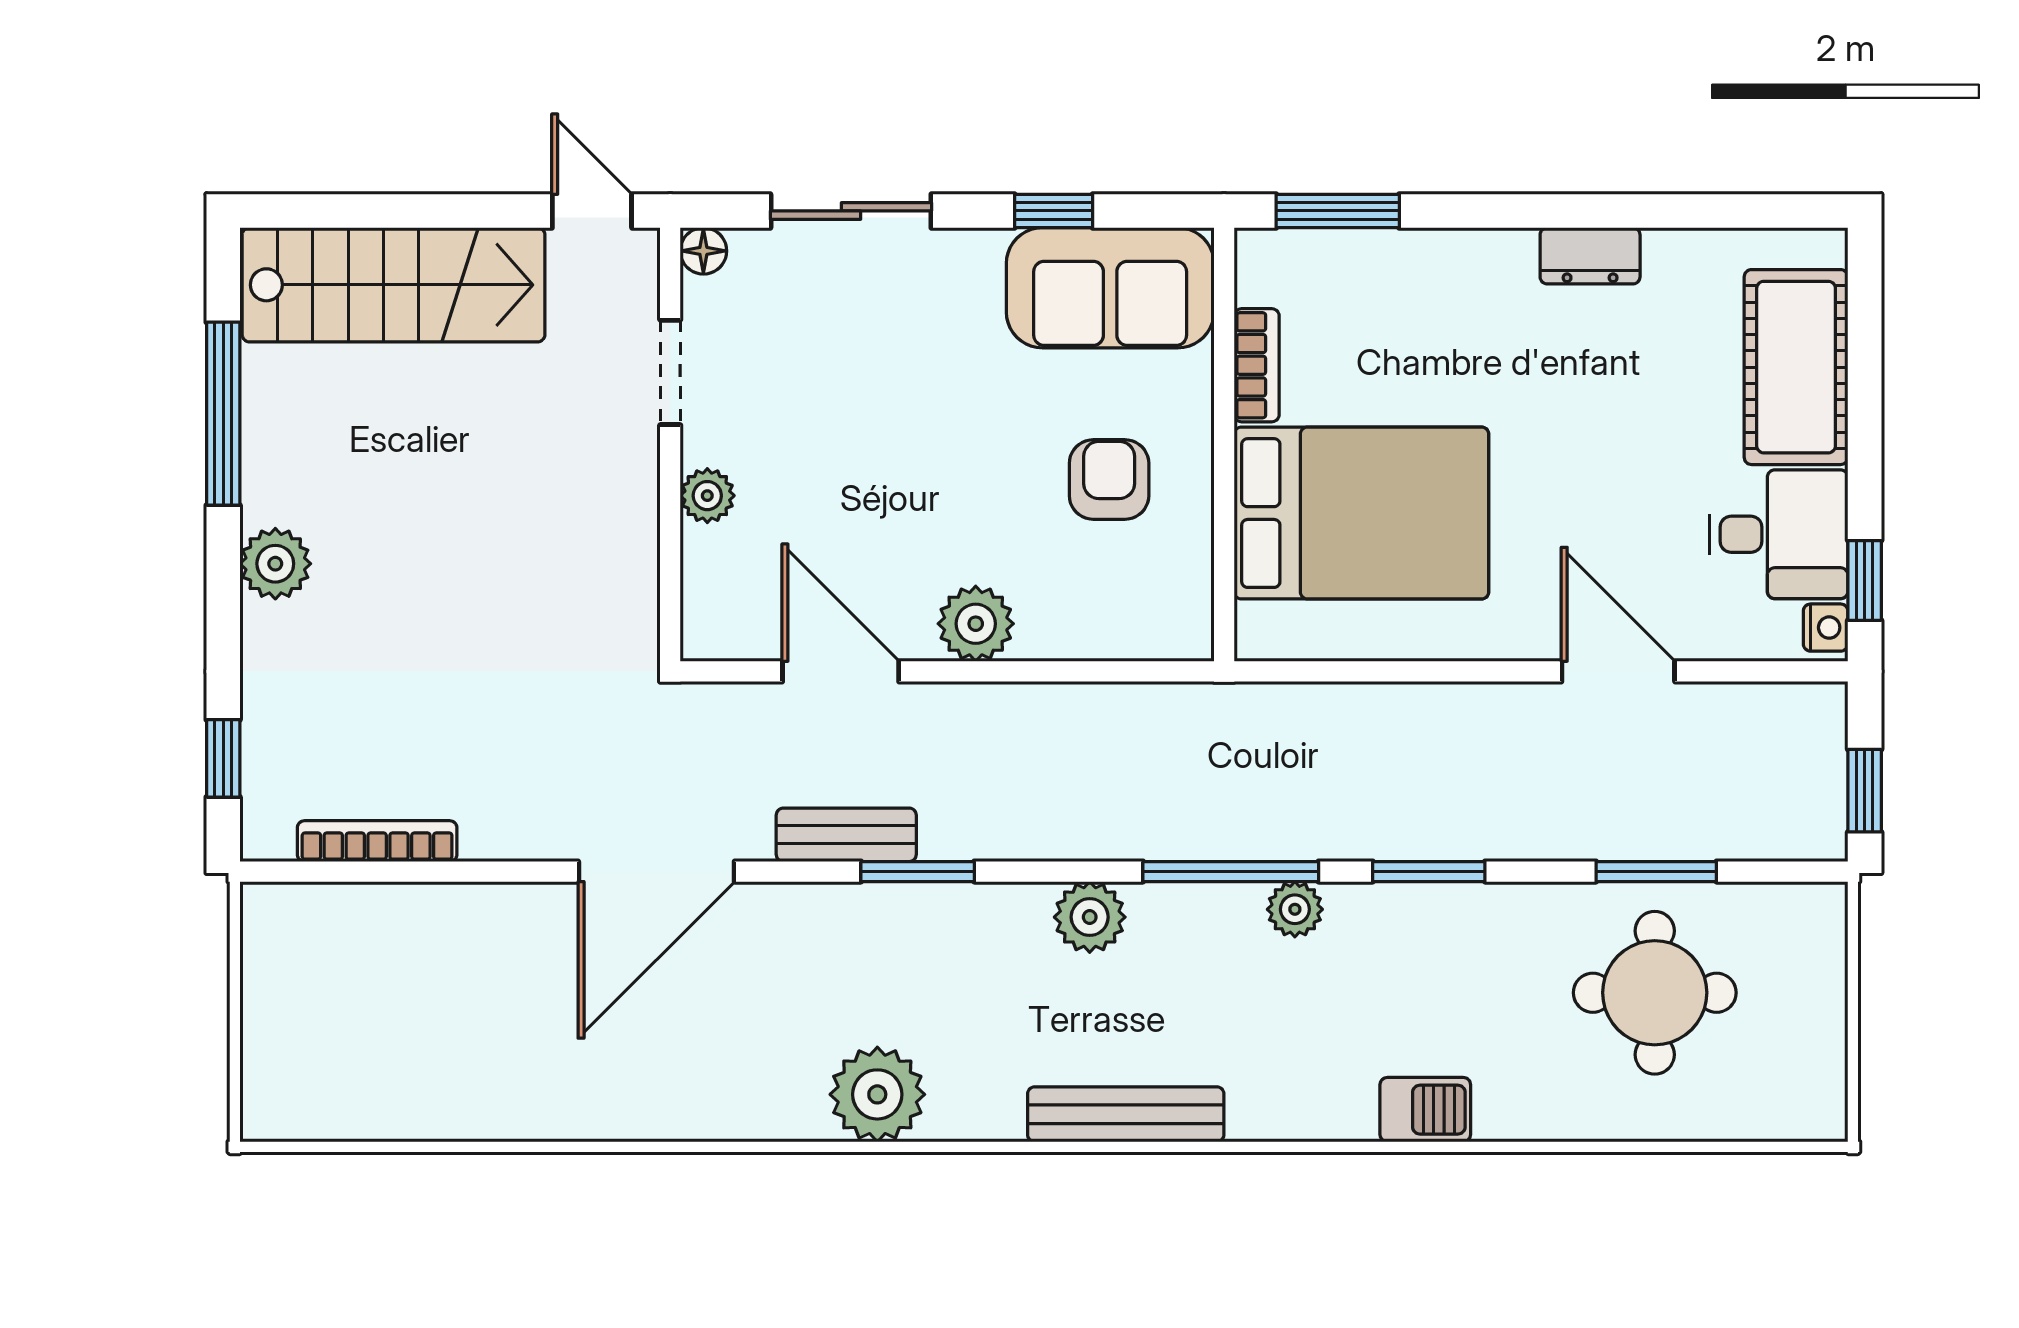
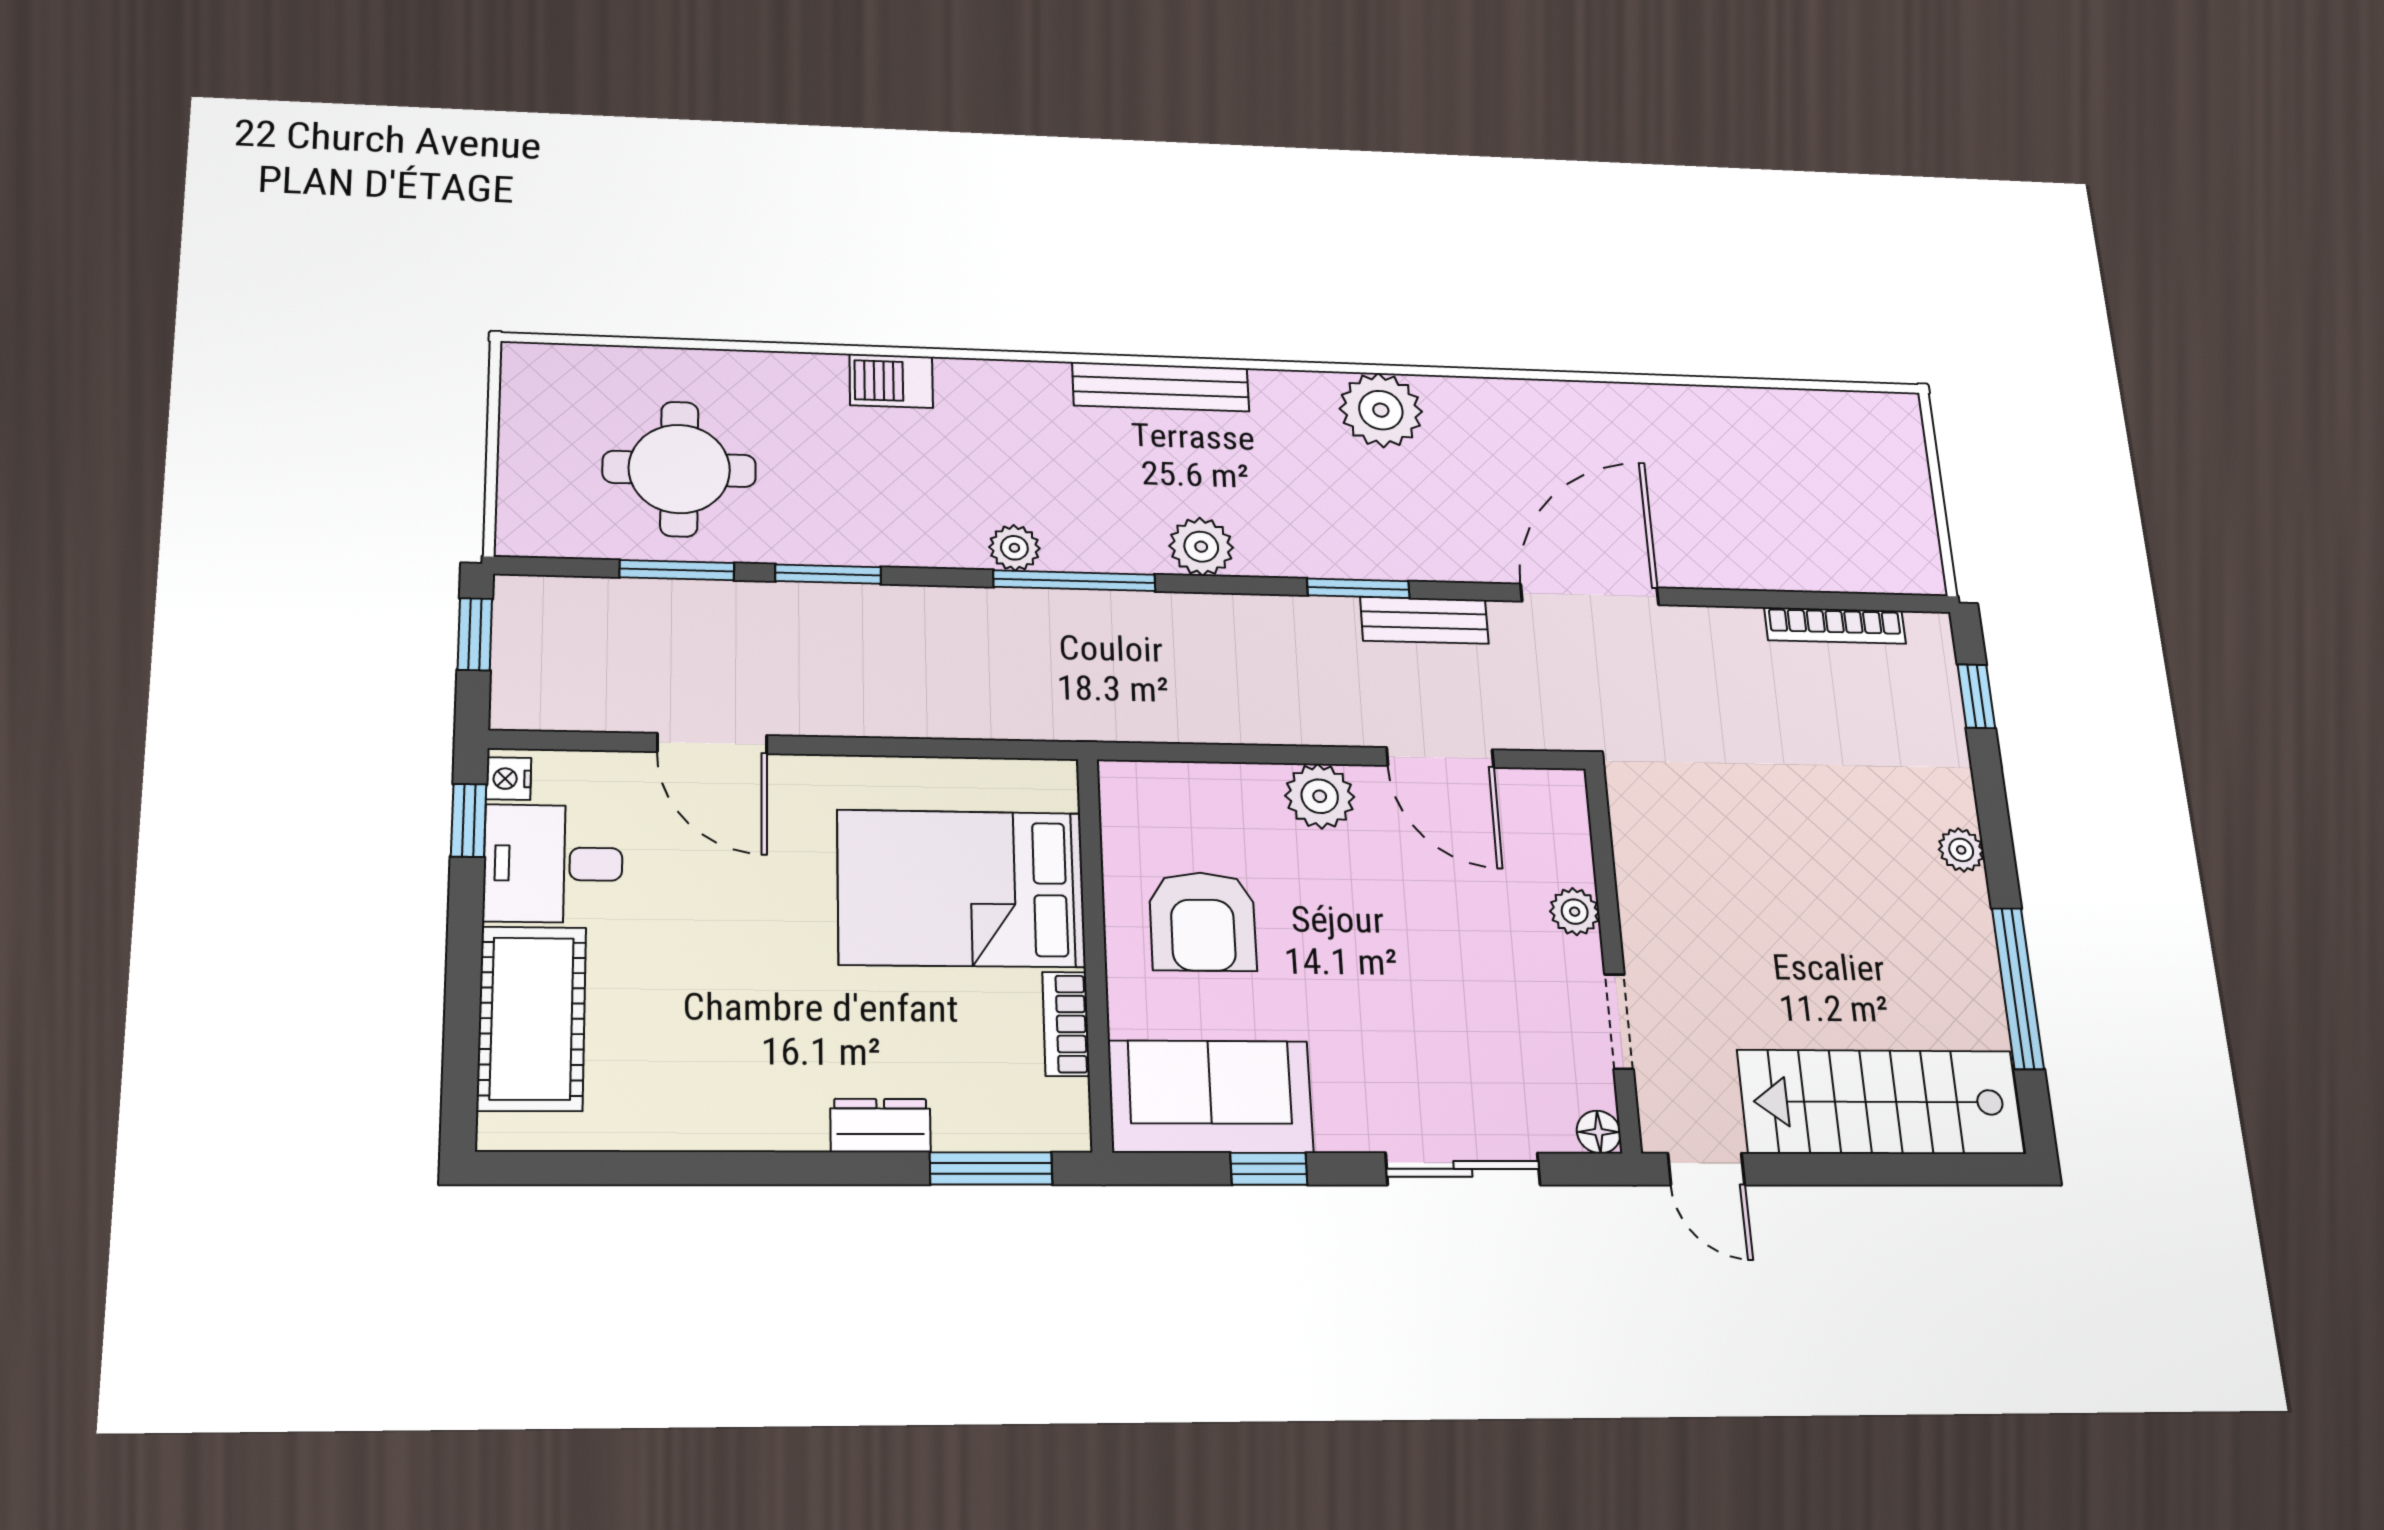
dresser: (1590, 256) -> (881, 1126), moved
armchair: (1109, 480) -> (1203, 921), width x1.38, depth x1.38
plant: (275, 564) -> (1961, 850), width x0.73, depth x0.73
window: (1429, 872) -> (828, 574), moved

